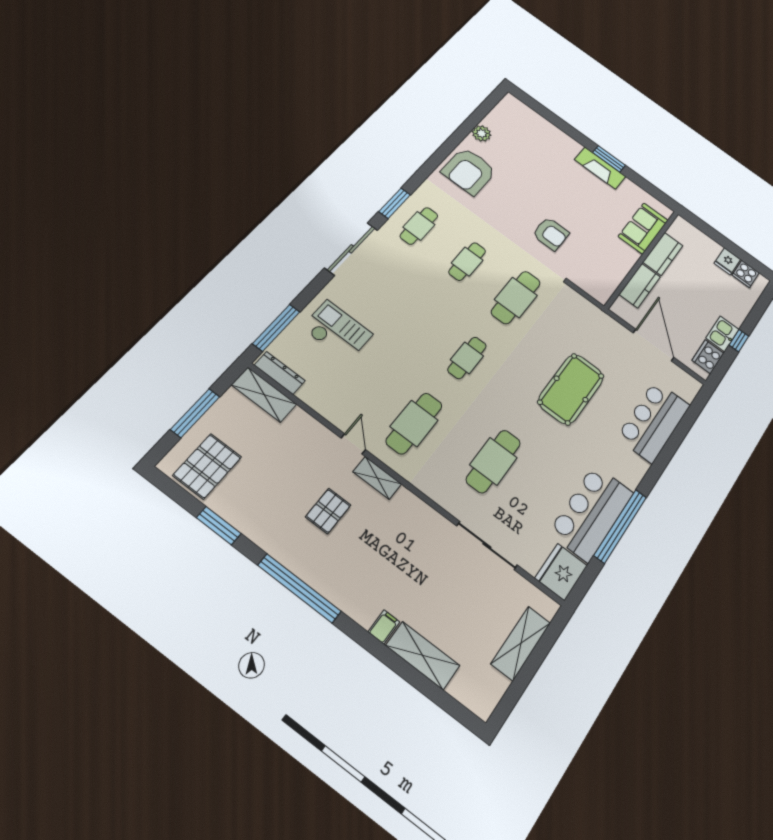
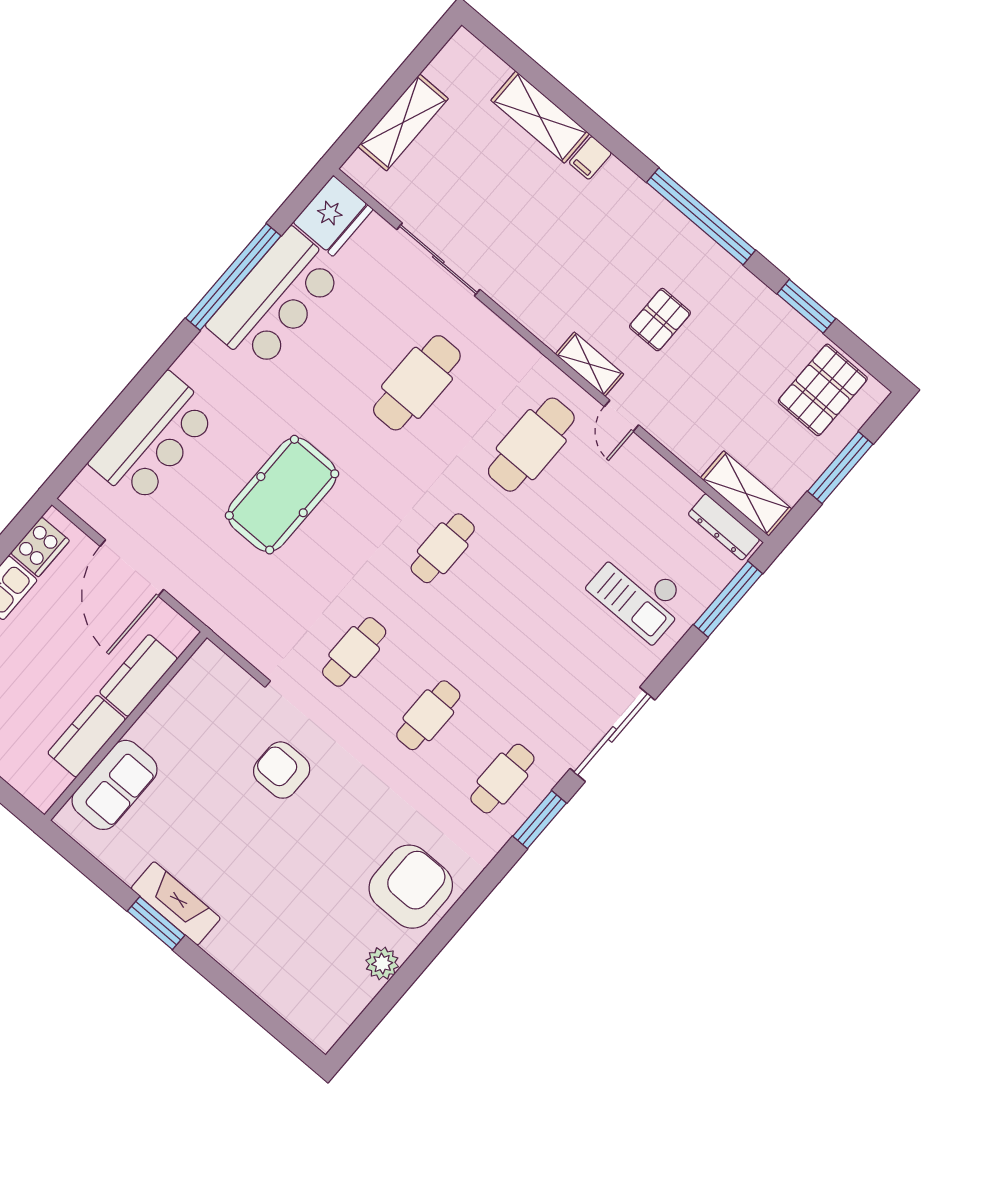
cafe table: (516, 297) -> (354, 652), width x0.73, depth x0.74

